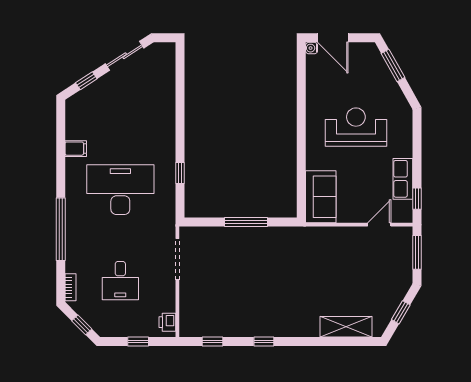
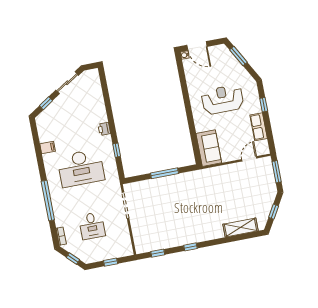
desk: (120, 190) -> (81, 168), turned 180
window: (417, 199) -> (264, 105), moved
printer: (167, 322) -> (104, 129), moved

